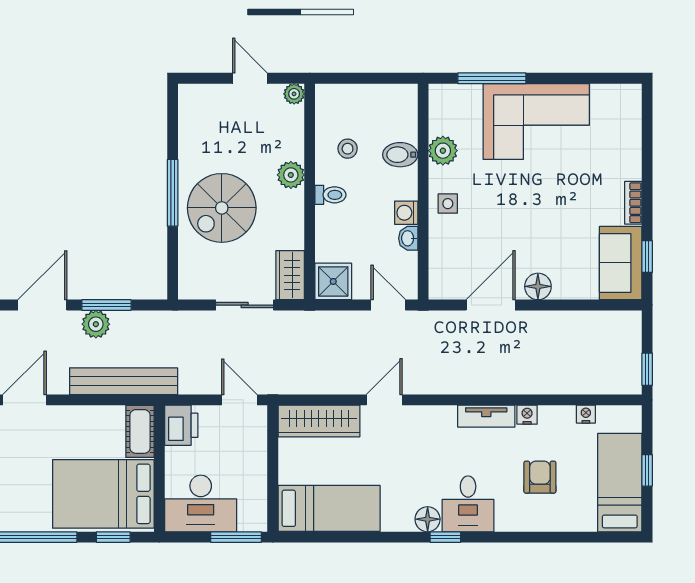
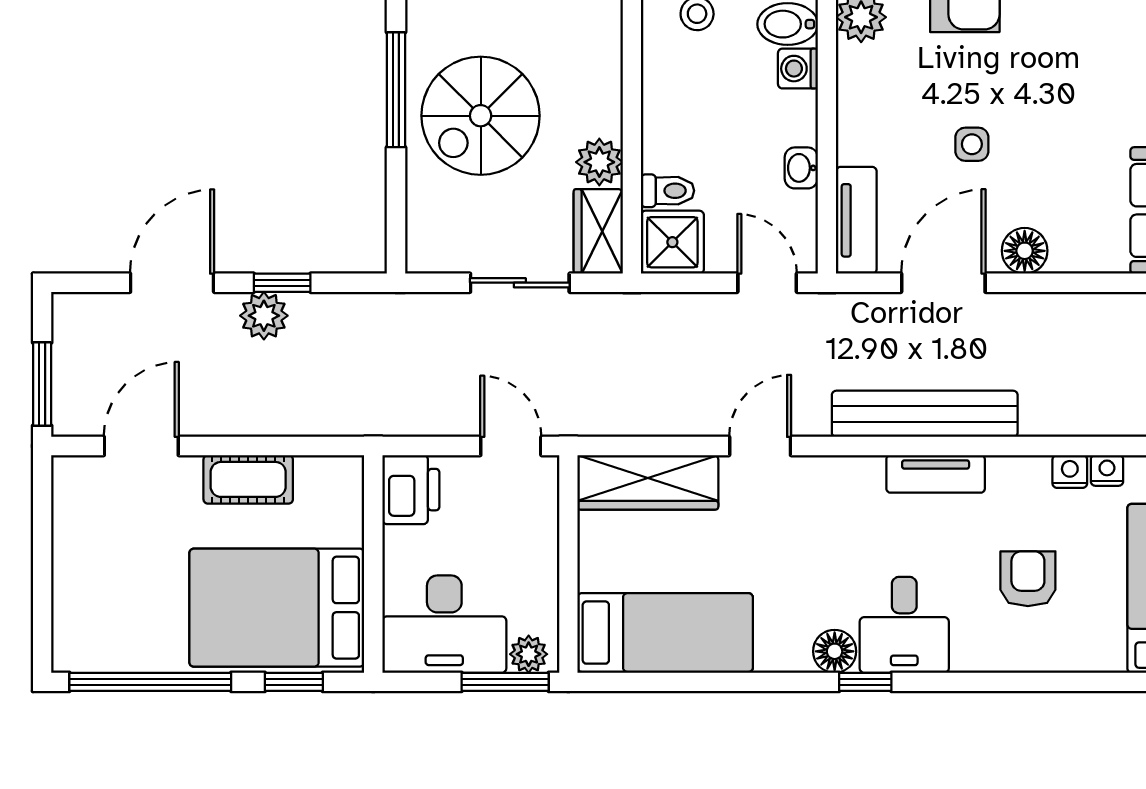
plant: (291, 175) -> (599, 162), moved
toilet: (330, 195) -> (668, 191), moved
side table: (448, 204) -> (972, 144), moved
washing machine: (406, 213) -> (798, 69), moved
tv unit: (440, 269) -> (856, 220), added
window: (106, 305) -> (282, 283), width x0.67
bench: (124, 381) -> (925, 414), moved
nightstand: (527, 415) -> (1070, 471), moved
cot: (140, 431) -> (248, 479), moved, turned 90
plant: (250, 521) -> (529, 654), added

